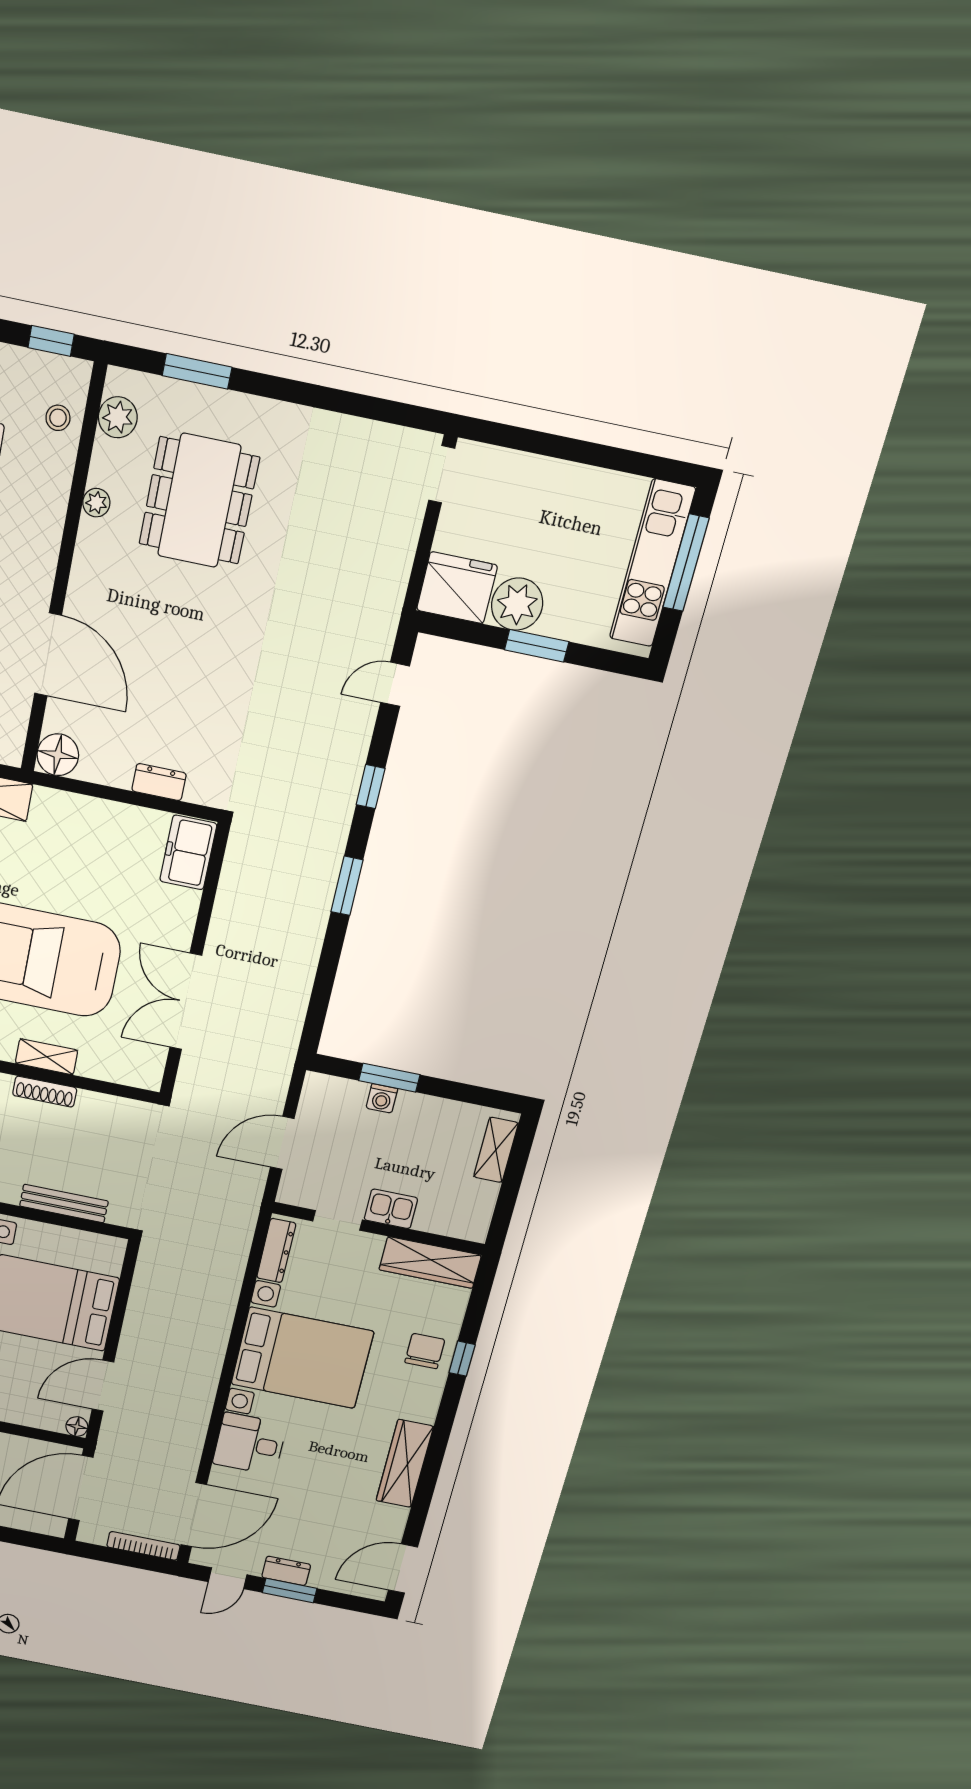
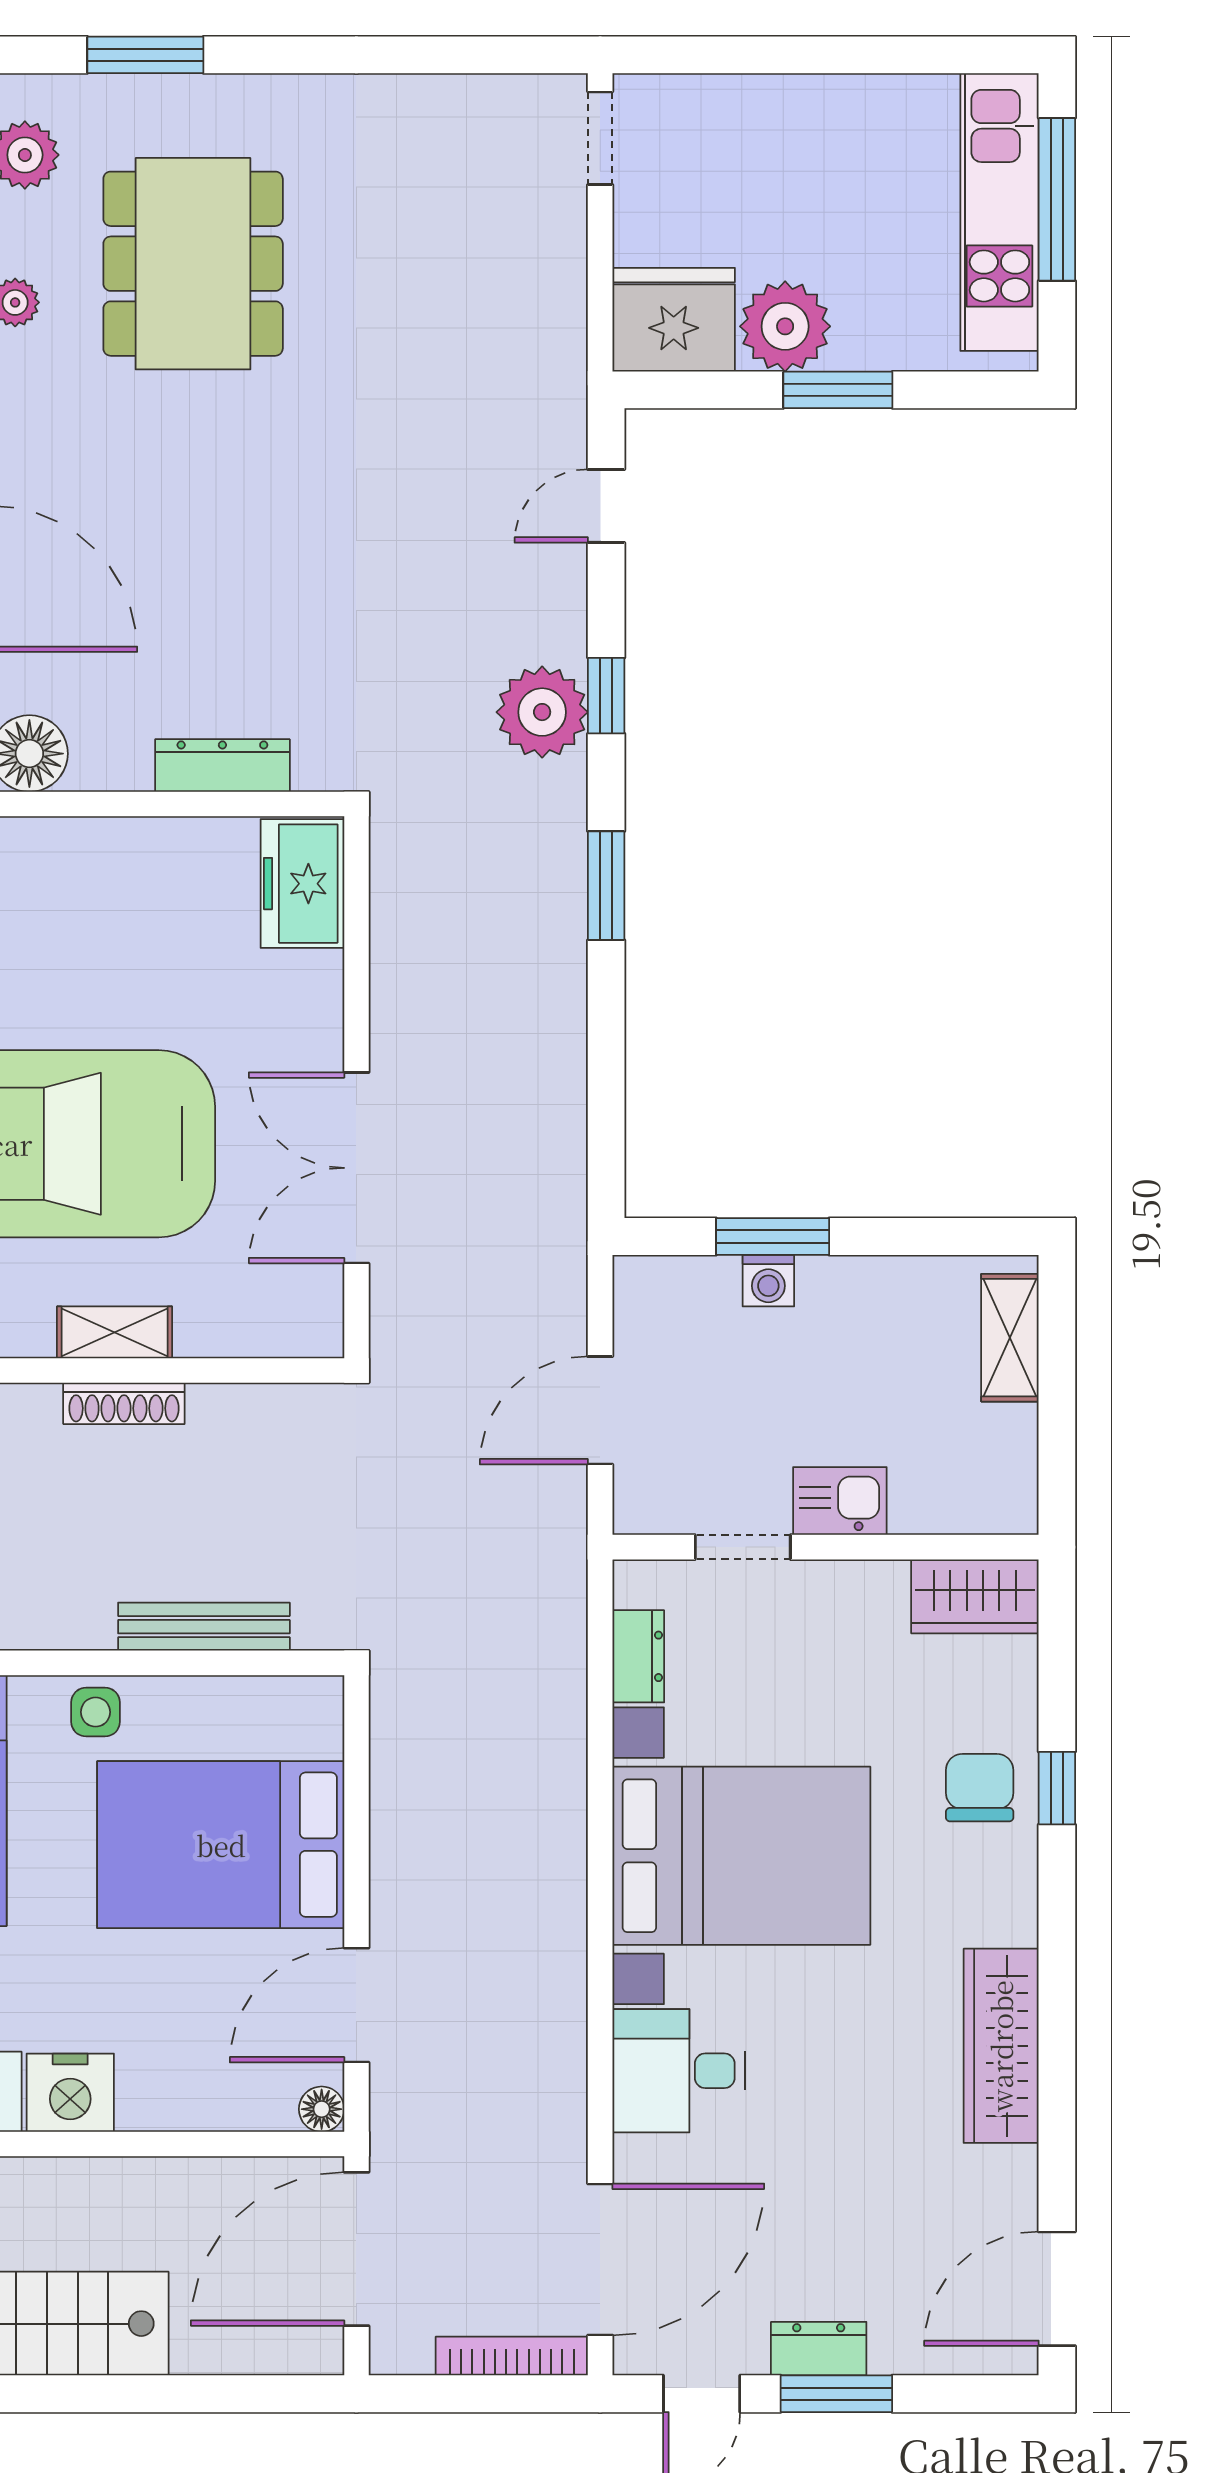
dresser: (159, 782) -> (222, 766), width x1.44
plant: (335, 788) -> (542, 712), added
dresser: (276, 1251) -> (638, 1656), width x0.70
wardrobe: (430, 1262) -> (975, 1596), width x0.67

